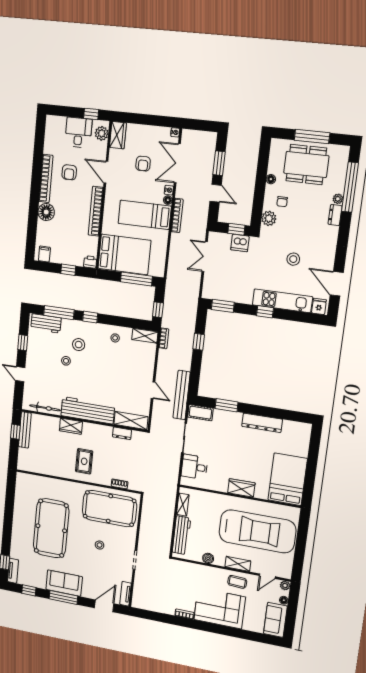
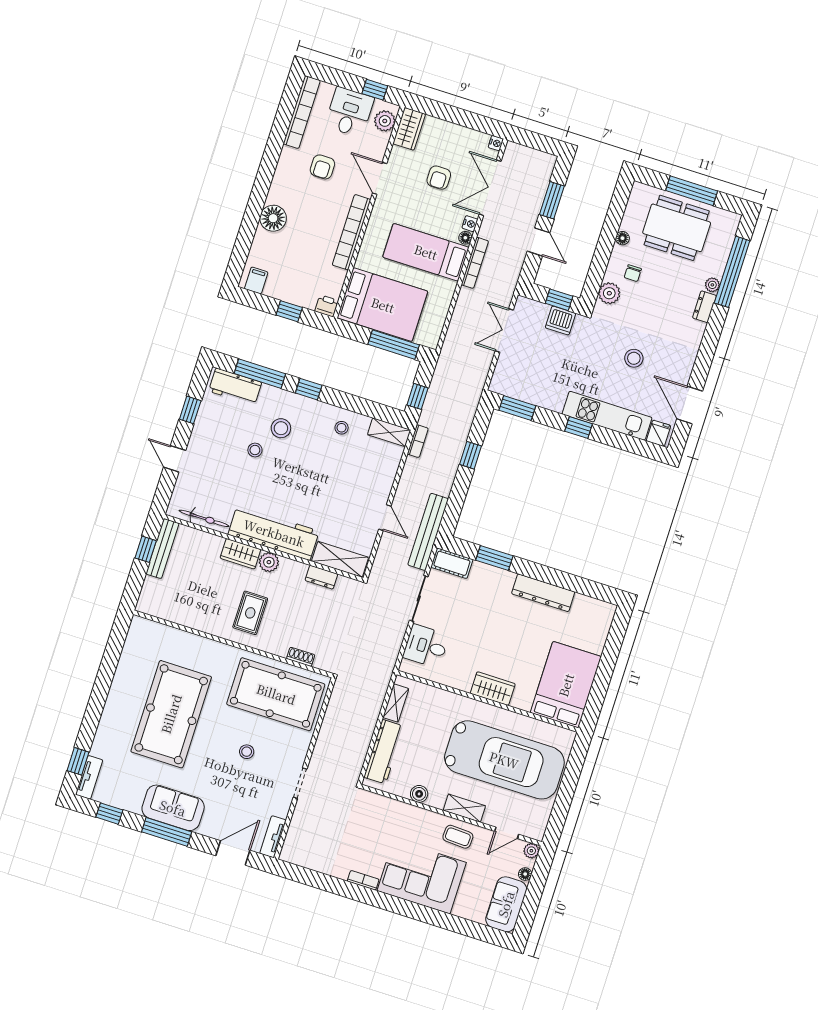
bookcase: (46, 178) -> (302, 112), moved
plant: (89, 429) -> (269, 562), added

